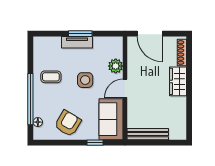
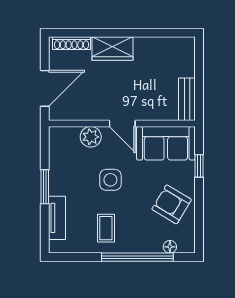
tv unit: (77, 42) -> (57, 218), moved
bench: (148, 134) -> (187, 99), width x0.73

